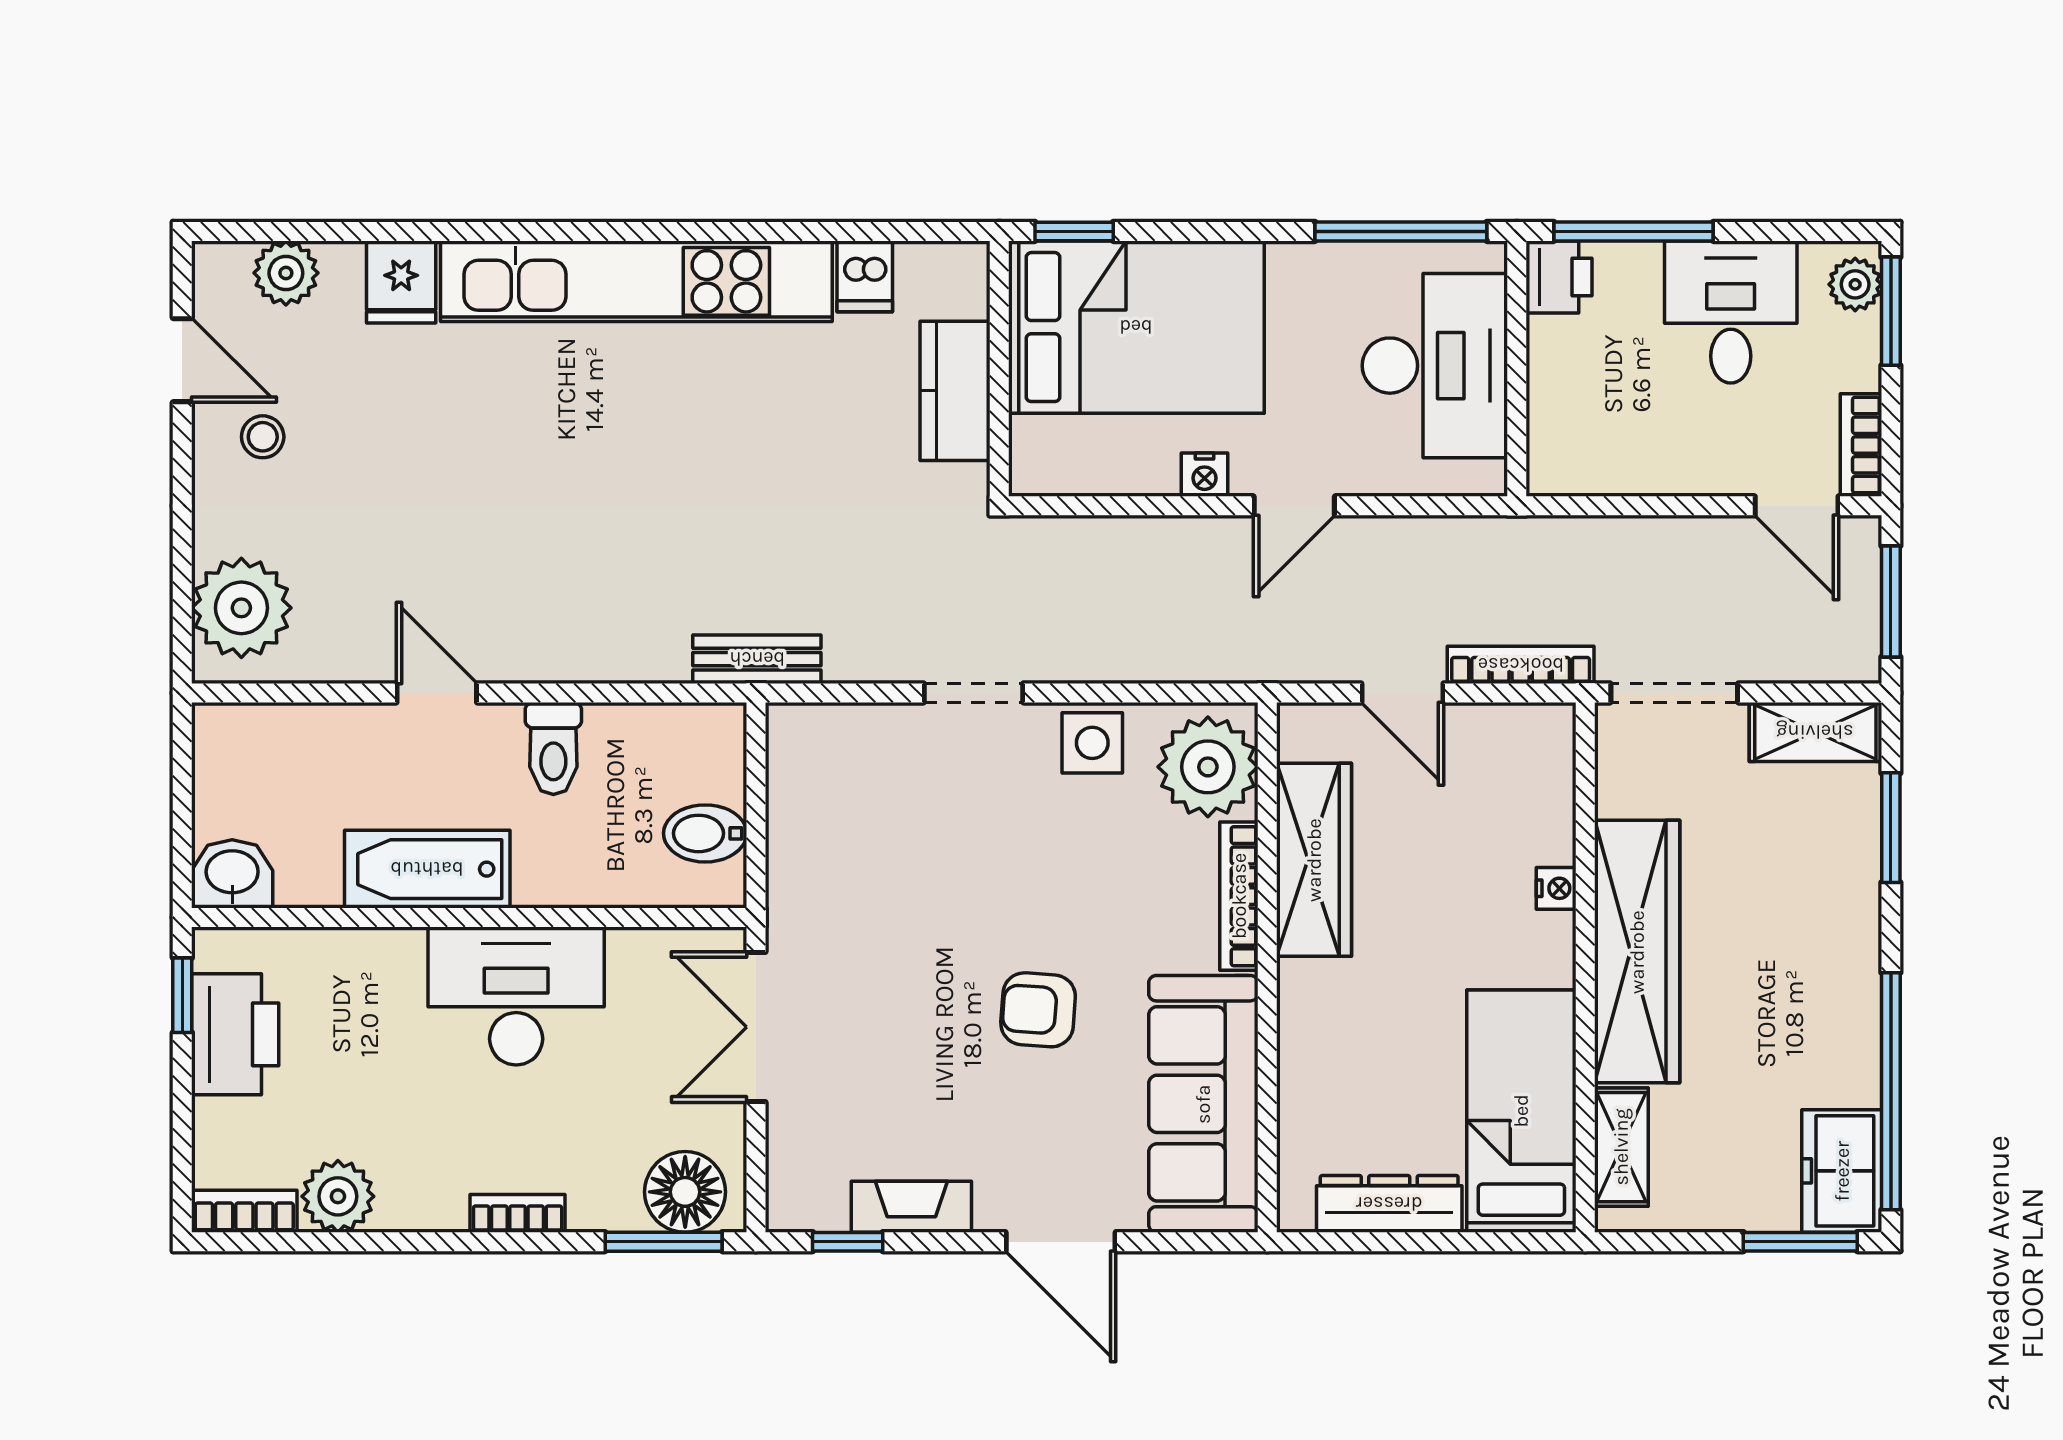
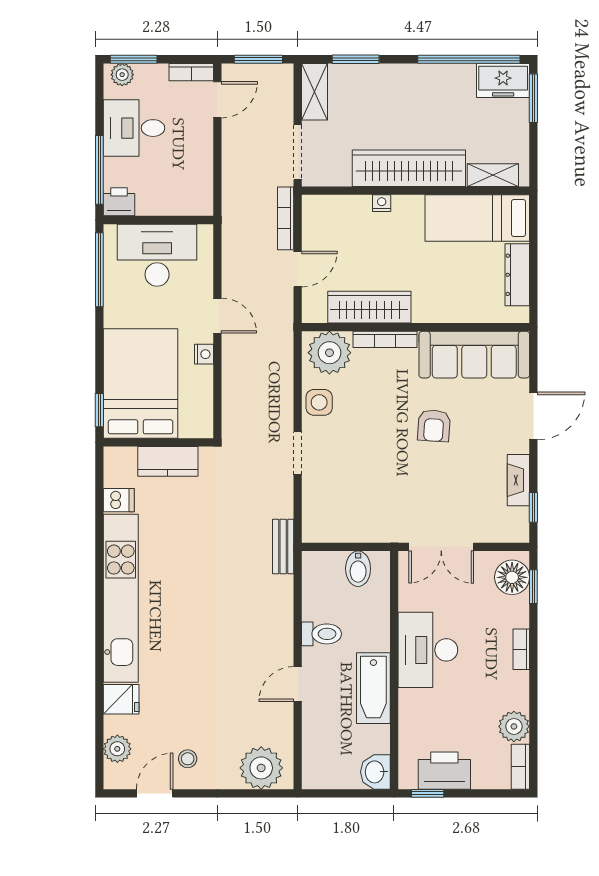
window: (664, 1242) -> (533, 587), width x0.67

